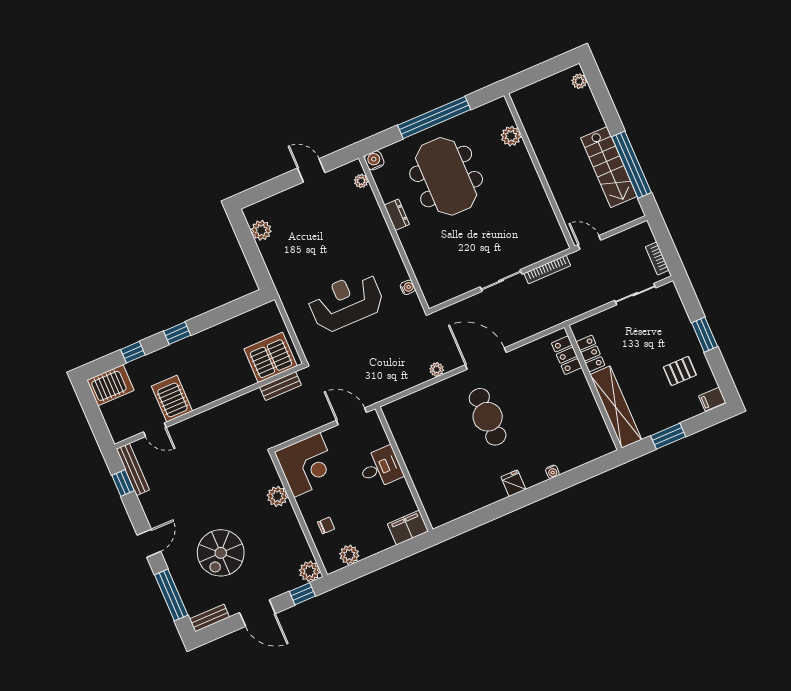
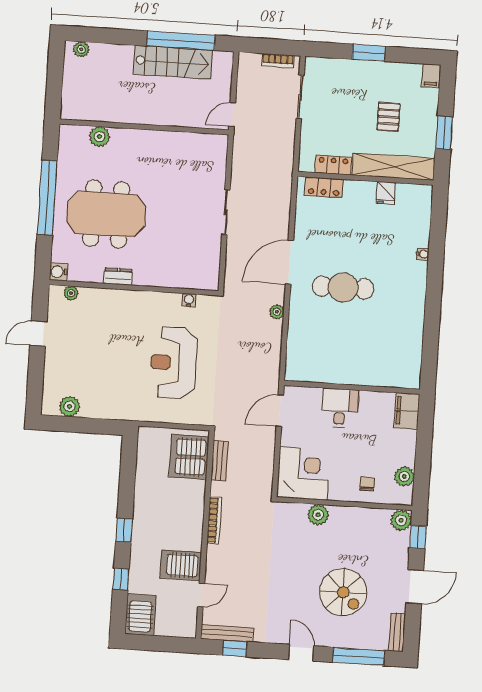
bookcase: (547, 269) -> (214, 520), moved
pallet: (680, 371) -> (389, 117), moved
fridge: (513, 483) -> (386, 193), moved, turned -90

